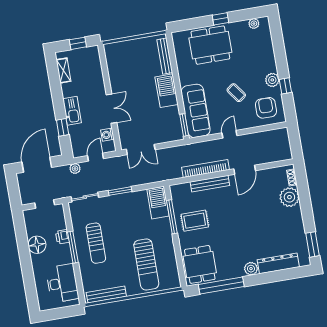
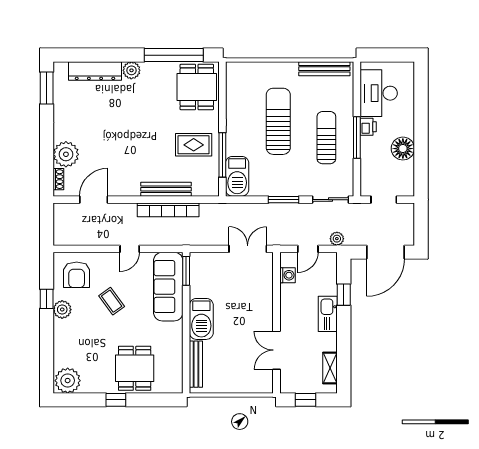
plant: (254, 24) -> (68, 381), width x1.88, depth x1.88
dining table: (210, 45) -> (135, 368), width x0.73
double door: (111, 109) -> (276, 350), moved
door: (245, 170) -> (94, 200), moved
printer: (62, 237) -> (368, 127), moved
sun lounger: (146, 264) -> (278, 121), moved

